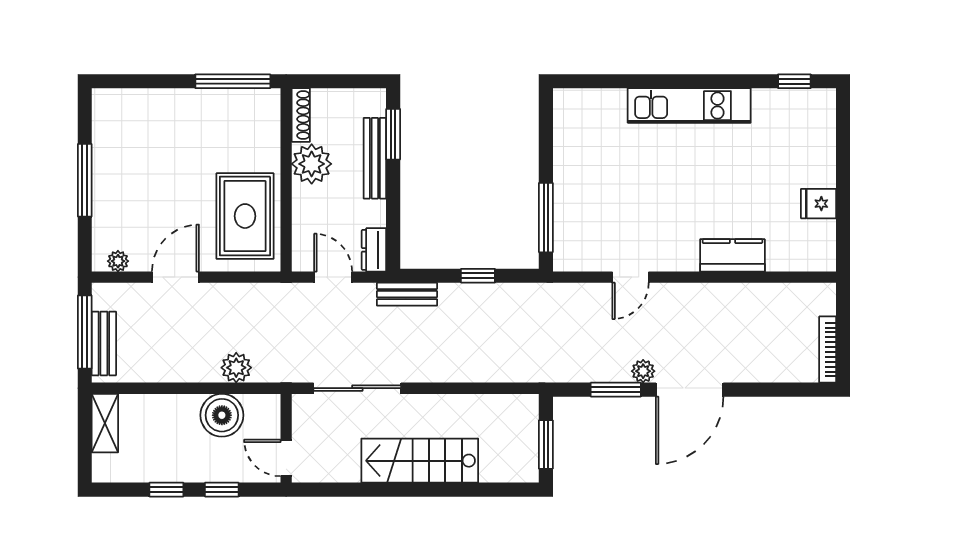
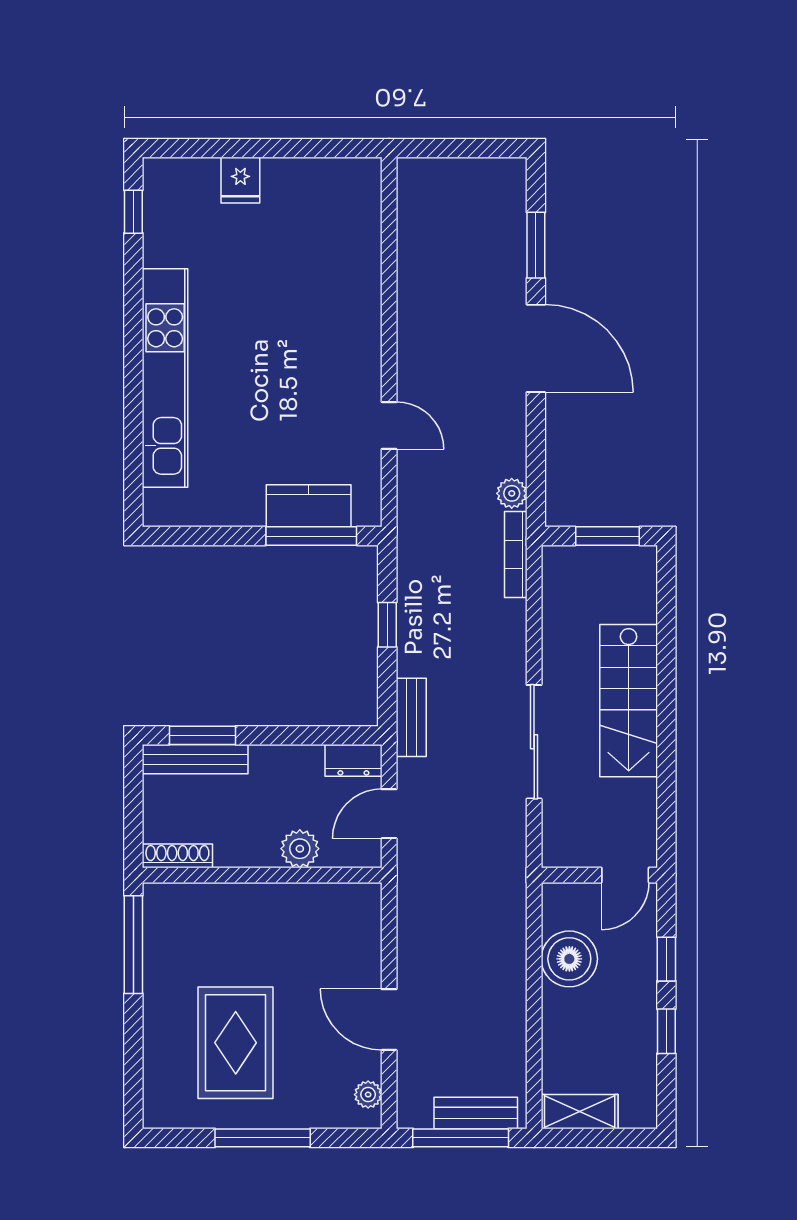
kitchen unit: (689, 106) -> (165, 378), width x1.36
bench: (375, 158) -> (195, 759), moved
plant: (312, 164) -> (300, 849), moved, width x0.73, depth x0.73
fridge: (818, 204) -> (240, 180), moved
rug: (245, 216) -> (236, 1043), moved, turned 90
kitchen counter: (732, 255) -> (309, 506), moved, turned 90
bookcase: (828, 350) -> (516, 554), moved, turned 90
plant: (236, 368) -> (507, 940), removed
plant: (643, 371) -> (512, 493), moved
sliding door: (357, 388) -> (534, 742), moved
window: (616, 390) -> (536, 245), moved

